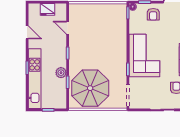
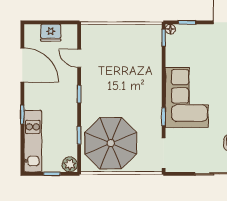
armchair: (153, 14) -> (199, 39), removed
door: (27, 32) -> (22, 65), width x1.87
plant: (61, 73) -> (70, 164), moved
kitchen unit: (35, 79) -> (33, 141), width x0.73

